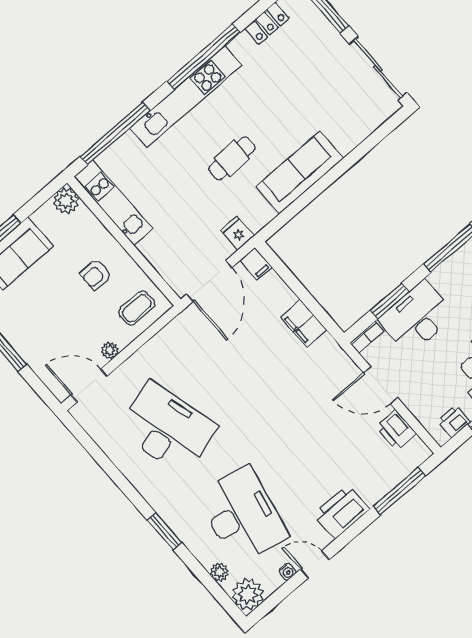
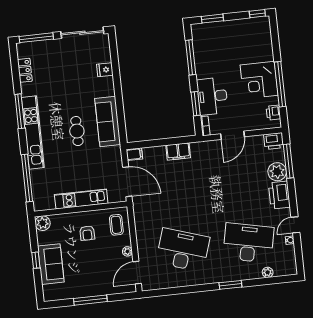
window: (203, 57) -> (20, 111), width x0.68
sofa: (300, 173) -> (108, 122), moved
kitchen unit: (113, 203) -> (81, 199), moved
fridge: (237, 233) -> (105, 70), moved
desk: (167, 428) -> (183, 250), turned 33
printer: (396, 430) -> (274, 141), moved
plant: (248, 594) -> (277, 172), moved

